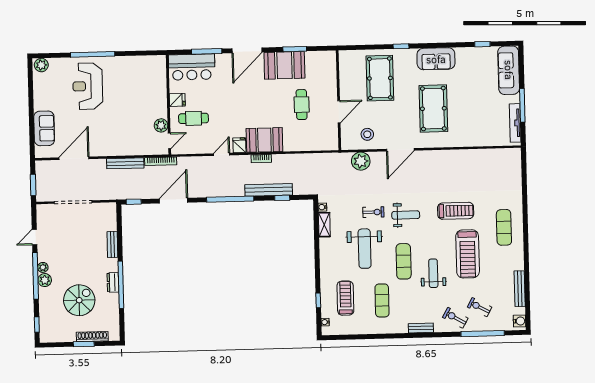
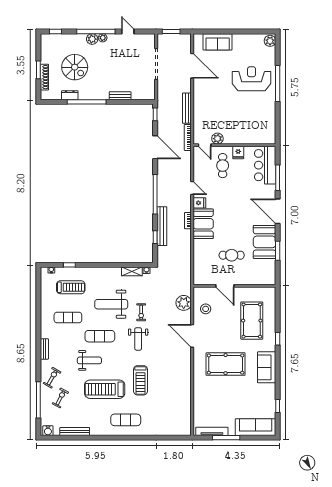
pool table: (380, 78) -> (252, 321), turned 90
dresser: (113, 282) -> (70, 95), moved

